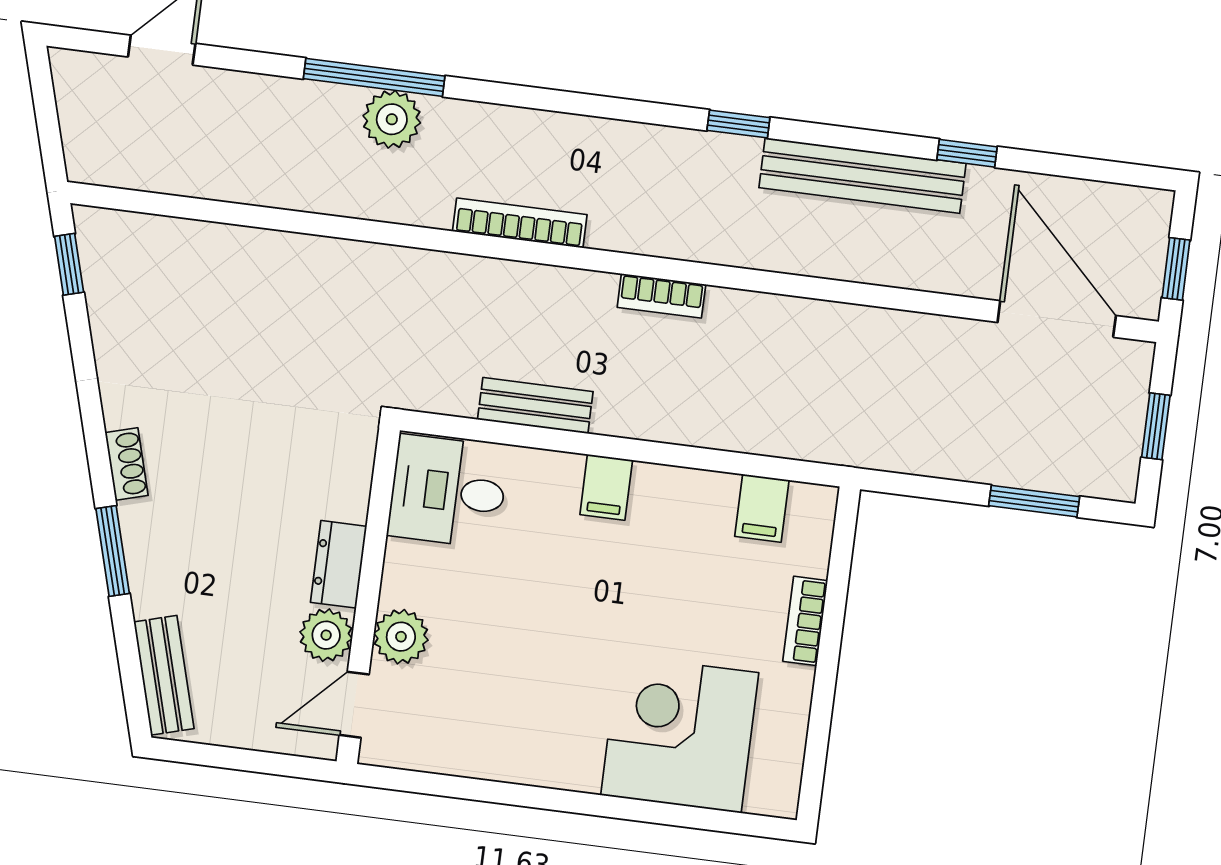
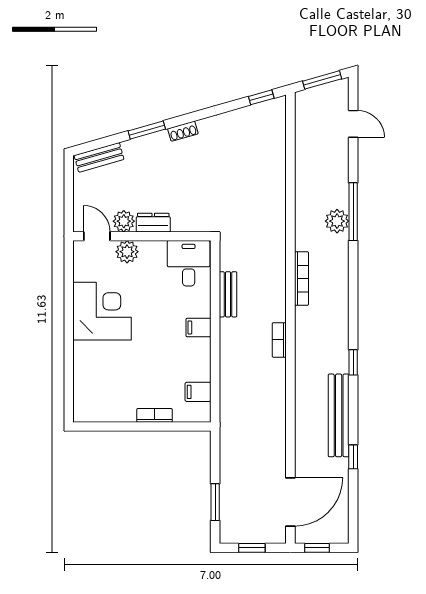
window: (46, 111) -> (322, 80), added
corner desk: (680, 734) -> (102, 311), moved

